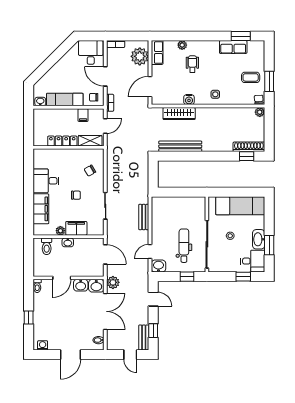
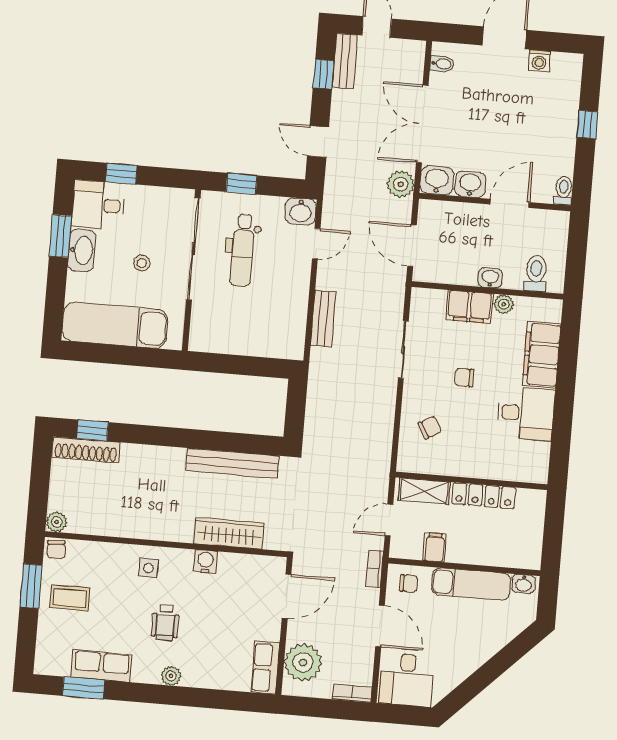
plant: (182, 45) -> (171, 676), moved
wheelchair: (192, 64) -> (165, 623), moved
washing machine: (43, 345) -> (539, 61), moved

